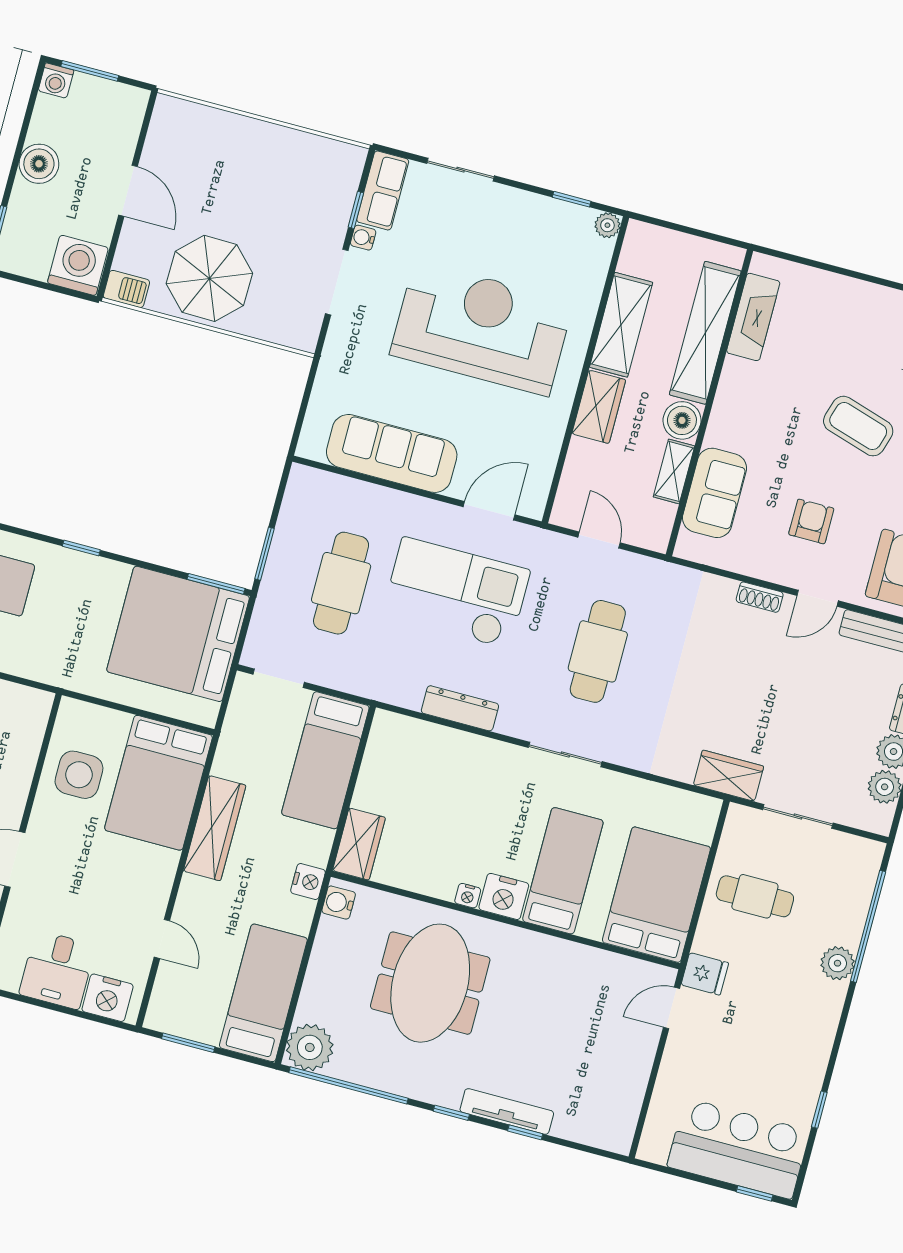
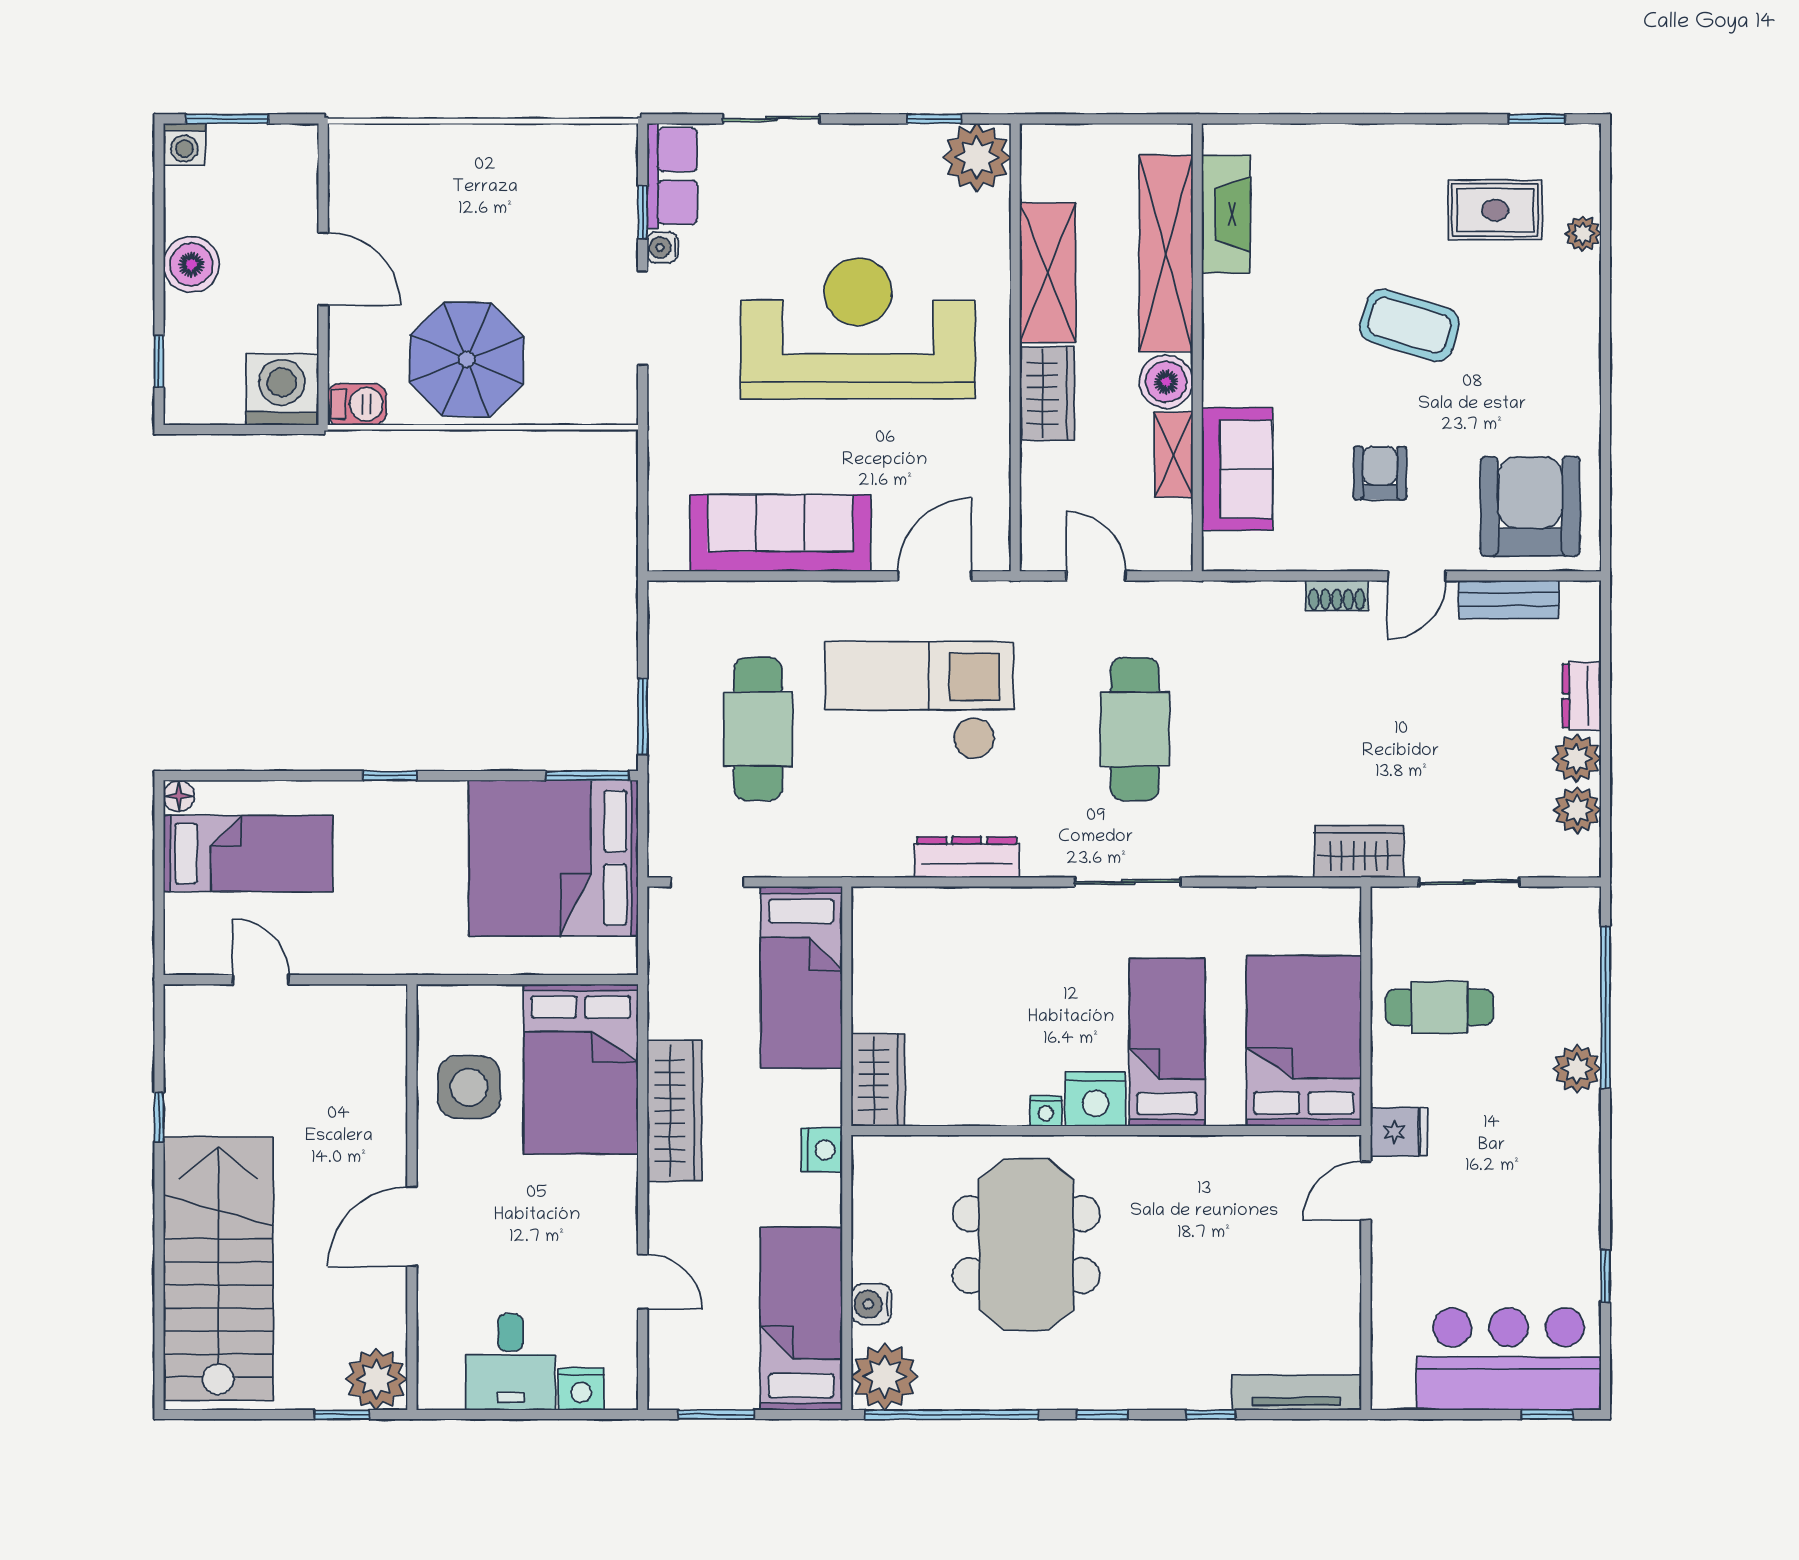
plant: (607, 225) -> (977, 157), width x1.88, depth x1.88
water cooler: (339, 903) -> (871, 1304), moved
nightstand: (108, 998) -> (581, 1389), width x0.74, depth x0.75
tv unit: (507, 1111) -> (1296, 1392), moved

